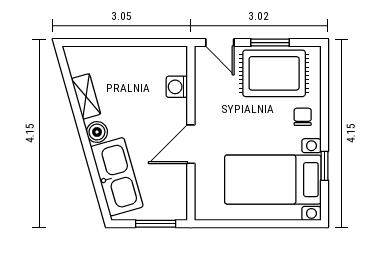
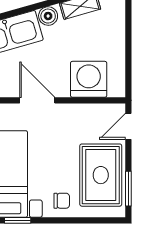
window: (270, 43) -> (128, 189), moved
washing machine: (177, 87) -> (89, 79), width x1.89, depth x1.89

